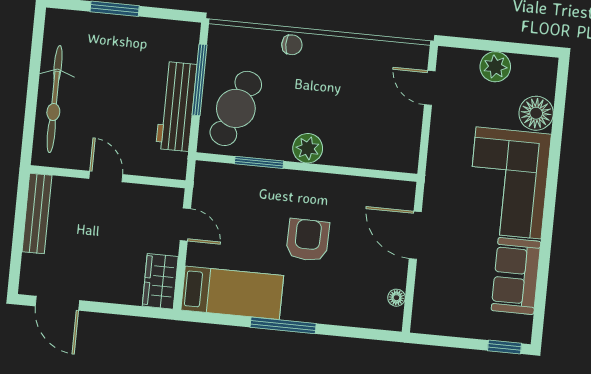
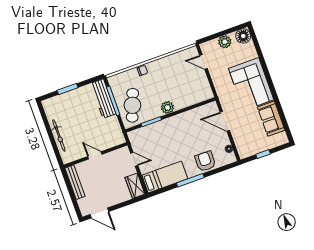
bicycle: (55, 99) -> (59, 136), width x0.73, depth x0.71
workbench: (176, 106) -> (103, 99), moved
floor lamp: (536, 113) -> (243, 36), moved
armchair: (308, 240) -> (205, 161), moved
window: (504, 347) -> (263, 154), moved

